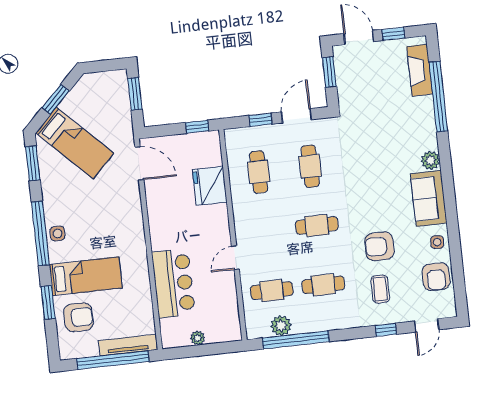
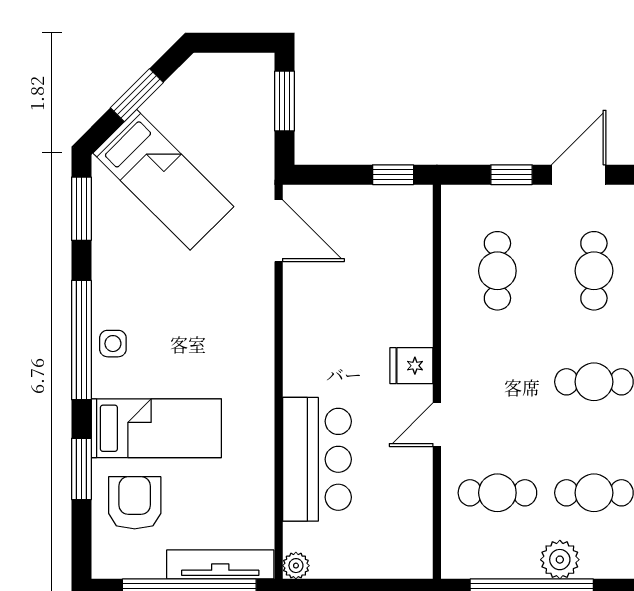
fridge: (210, 186) -> (411, 366), moved, width x0.53, depth x0.75
armchair: (78, 317) -> (135, 503), turned -90
plant: (281, 326) -> (560, 560), moved
plant: (198, 338) -> (296, 566), moved

